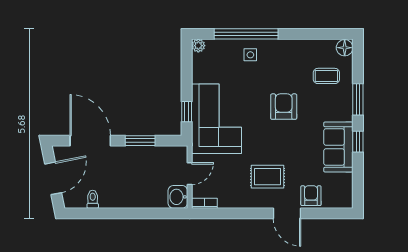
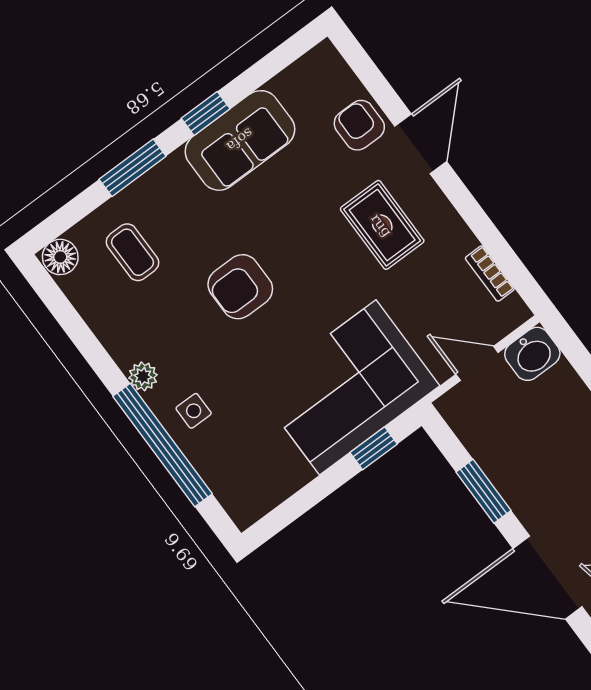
plant: (198, 46) -> (143, 376), moved
door: (90, 141) -> (548, 578), hinge flipped
armchair: (311, 196) -> (359, 125), turned 90
bookcase: (204, 203) -> (490, 273), moved

